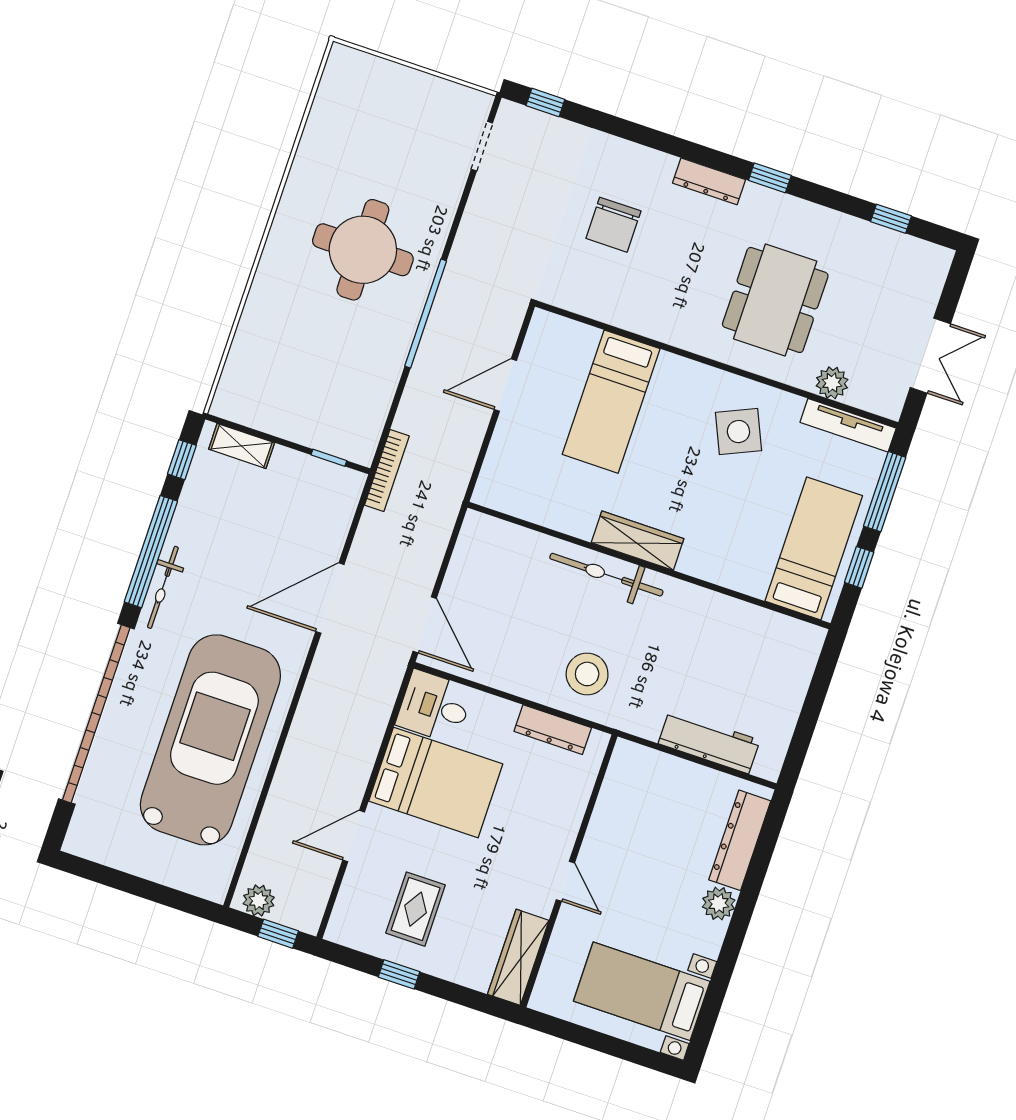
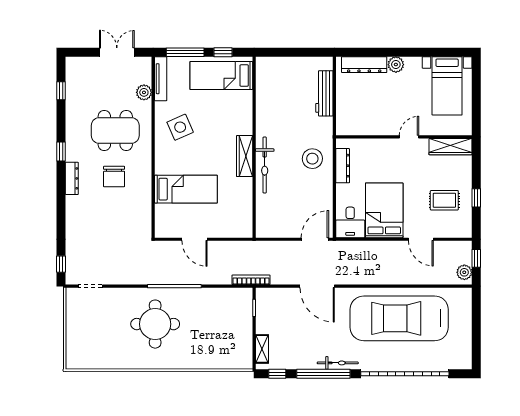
chair: (613, 225) -> (114, 177), moved, turned 90

